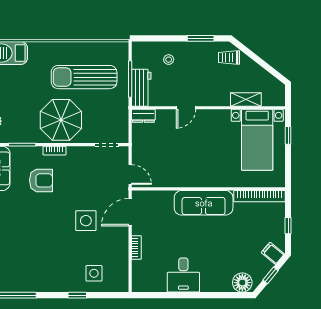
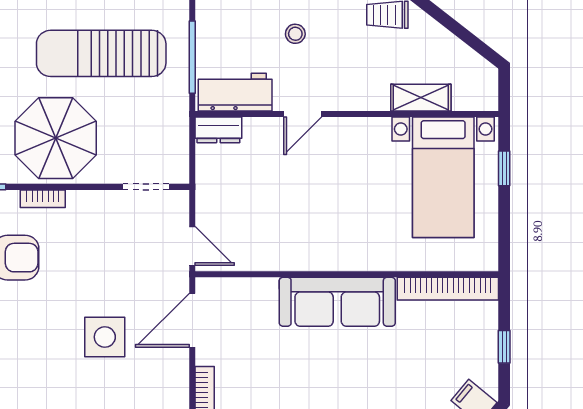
stool: (169, 60) -> (295, 34), moved
workbench: (141, 88) -> (235, 92), moved, turned -90

